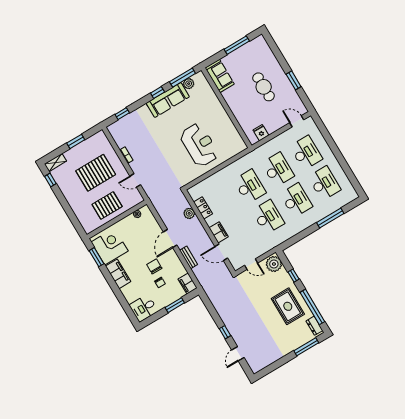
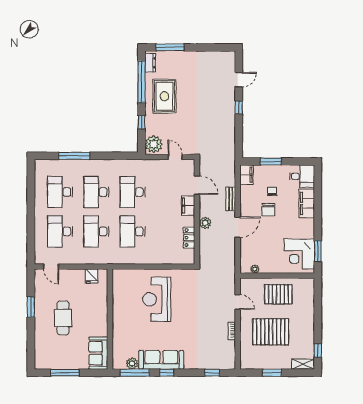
plant: (189, 213) -> (205, 223), moved
filing cabinet: (118, 274) -> (307, 203), moved

